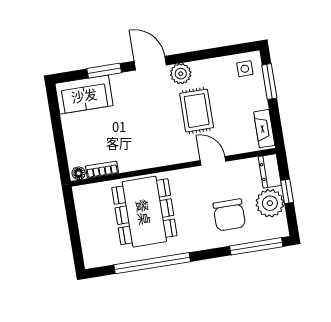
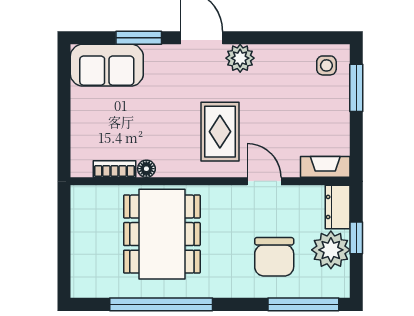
rug: (197, 111) -> (220, 132), moved
fireplace: (264, 129) -> (325, 167), moved, turned 90
floor lamp: (79, 173) -> (146, 169), moved

